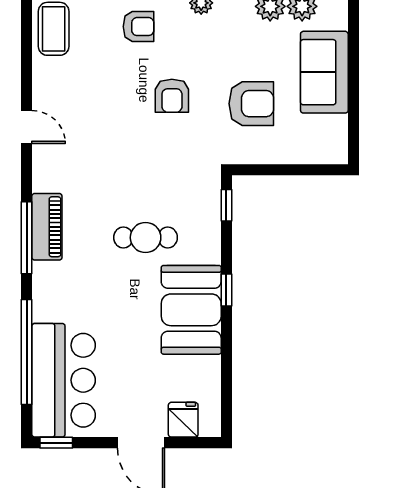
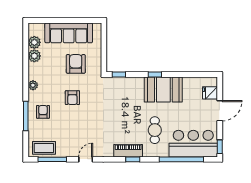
window: (27, 48) -> (52, 159), added
sofa: (324, 72) -> (69, 33), width x1.36
armchair: (172, 96) -> (72, 98), turned 90
window: (27, 238) -> (133, 159), width x0.46
cafe table: (146, 238) -> (155, 130), moved

